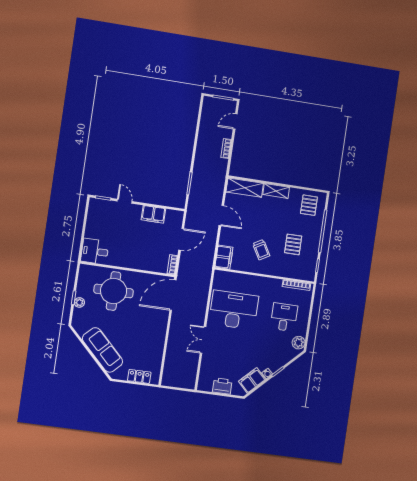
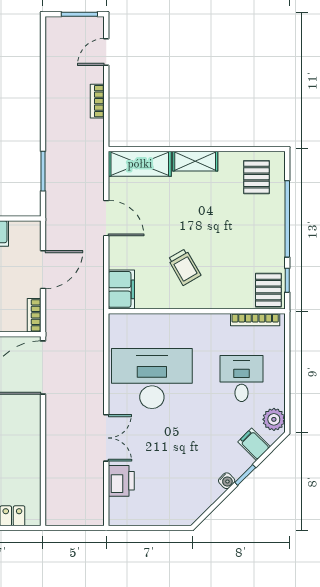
pallet: (293, 244) -> (268, 290), moved
double door: (203, 340) -> (106, 438), swing flipped
filing cabinet: (252, 380) -> (254, 444), moved, width x0.50
printer: (222, 386) -> (121, 481), moved, turned 90

